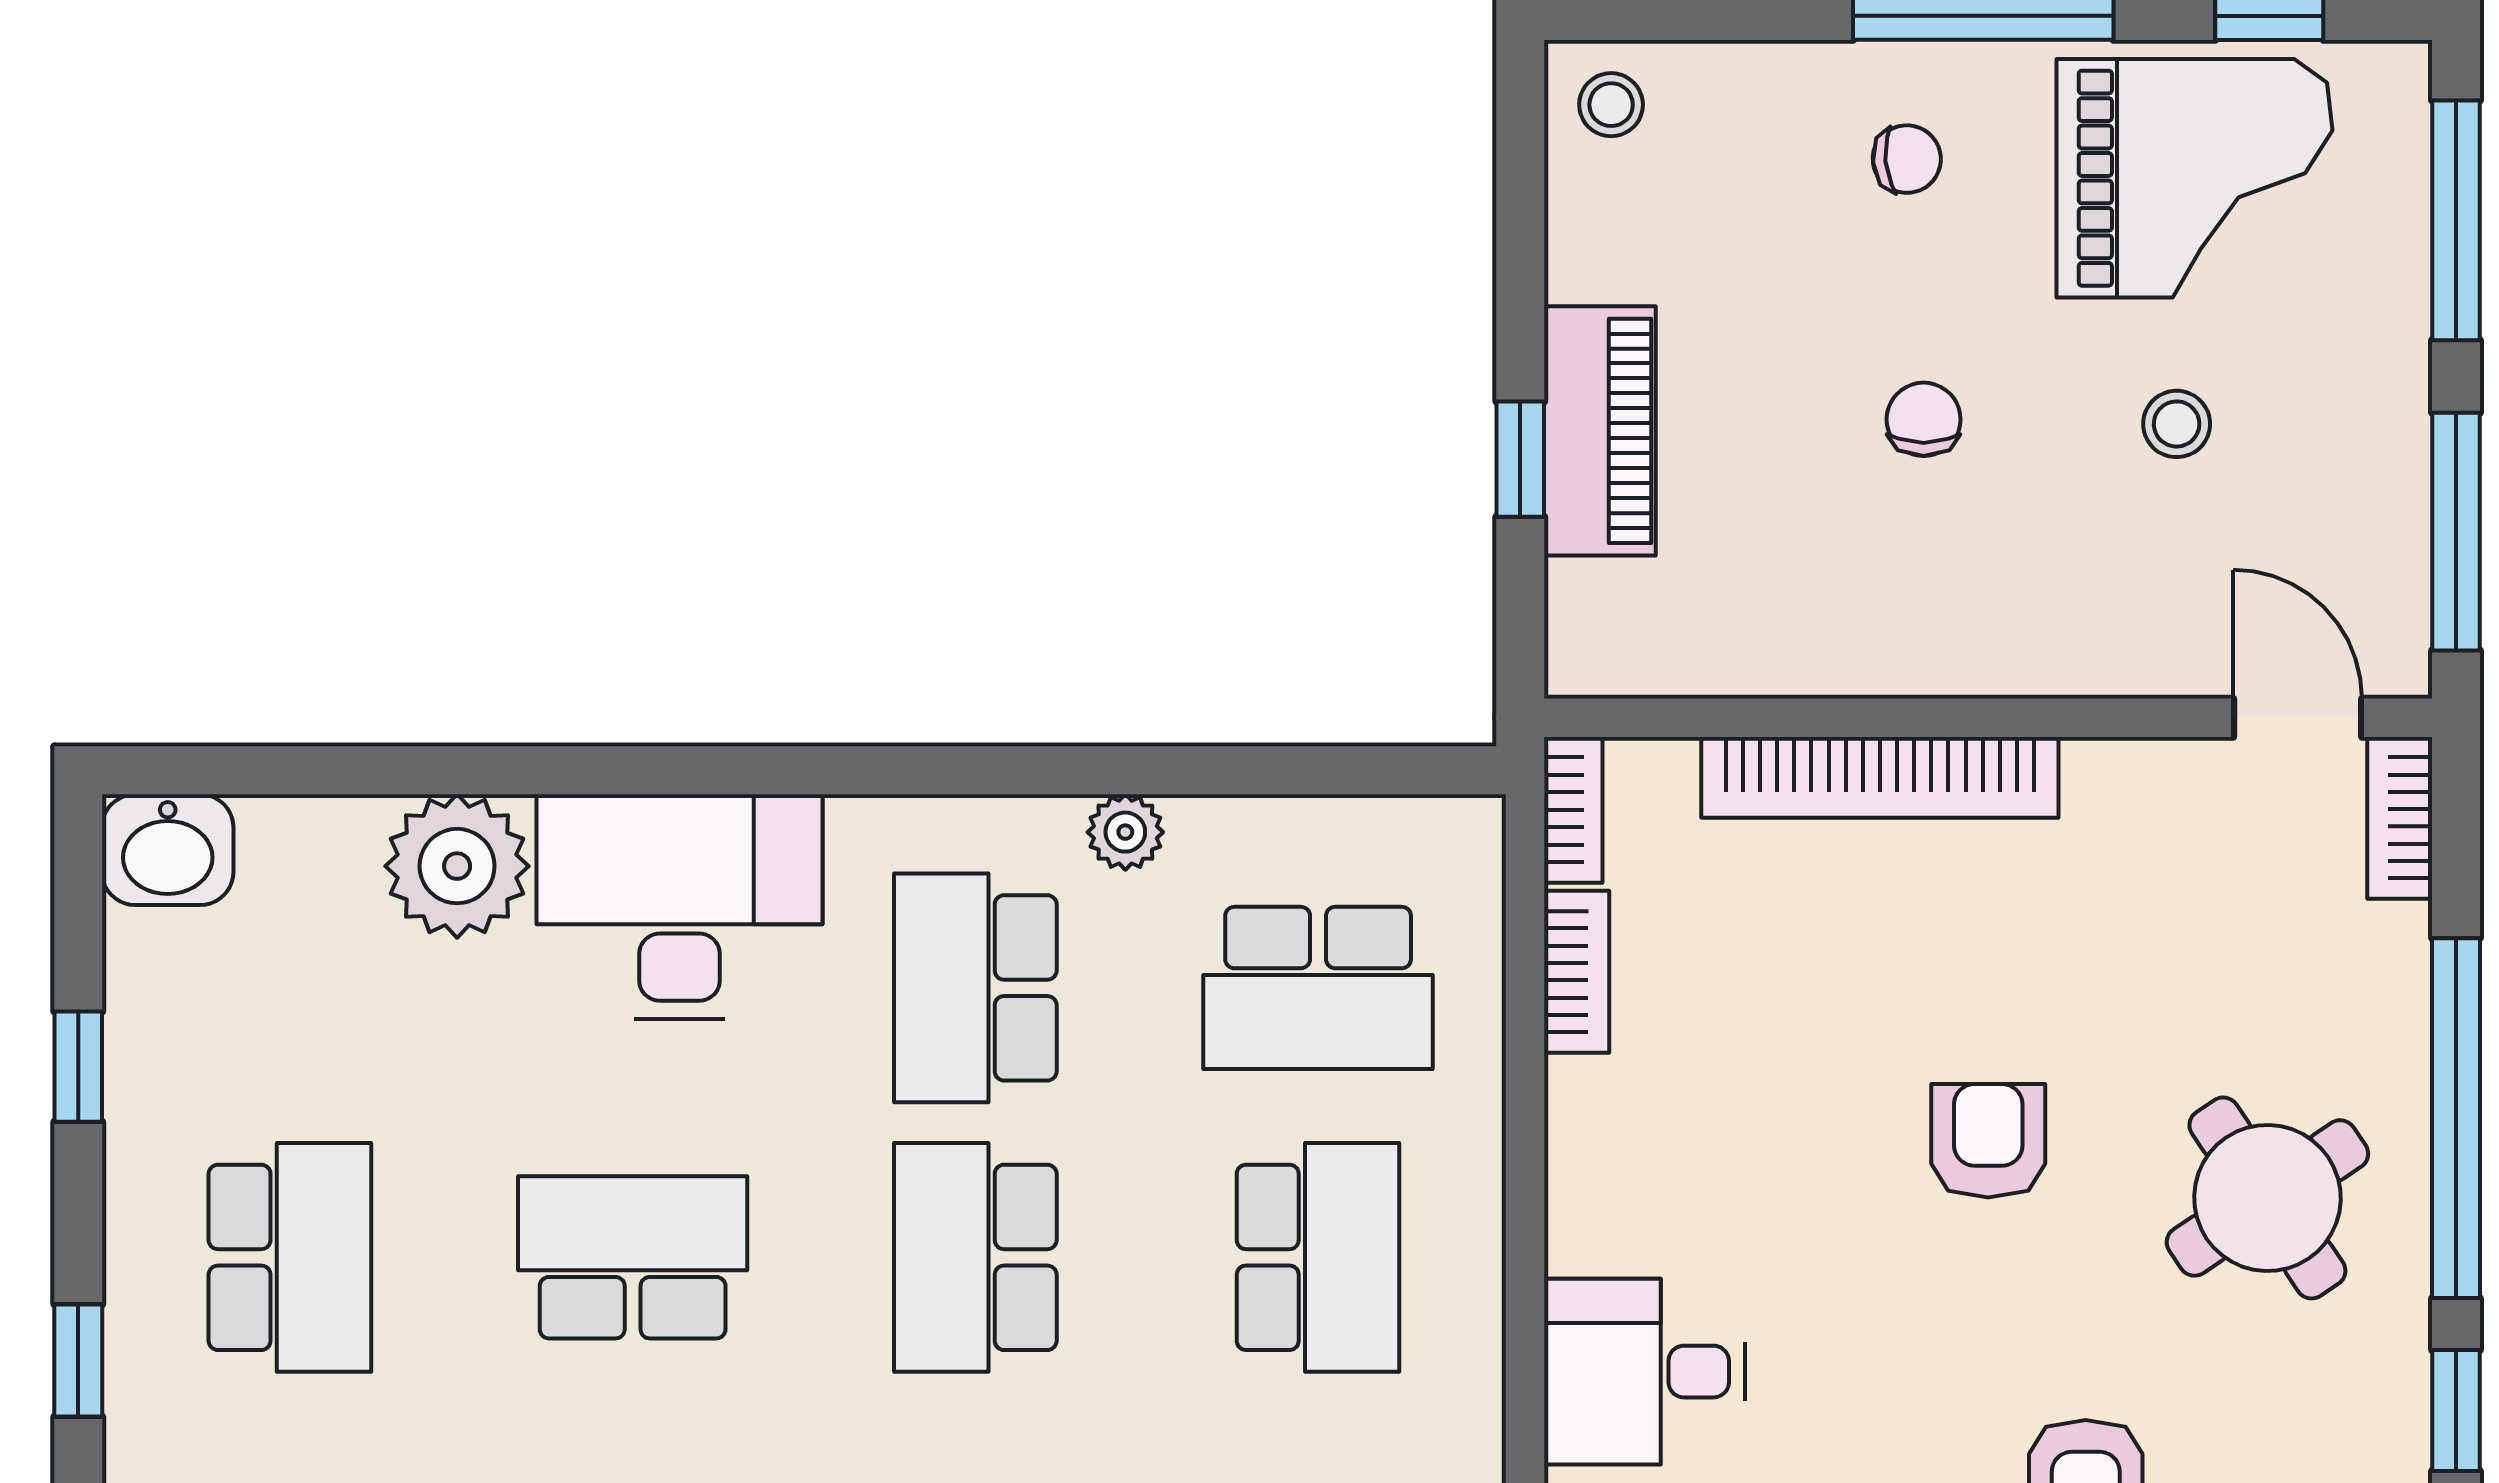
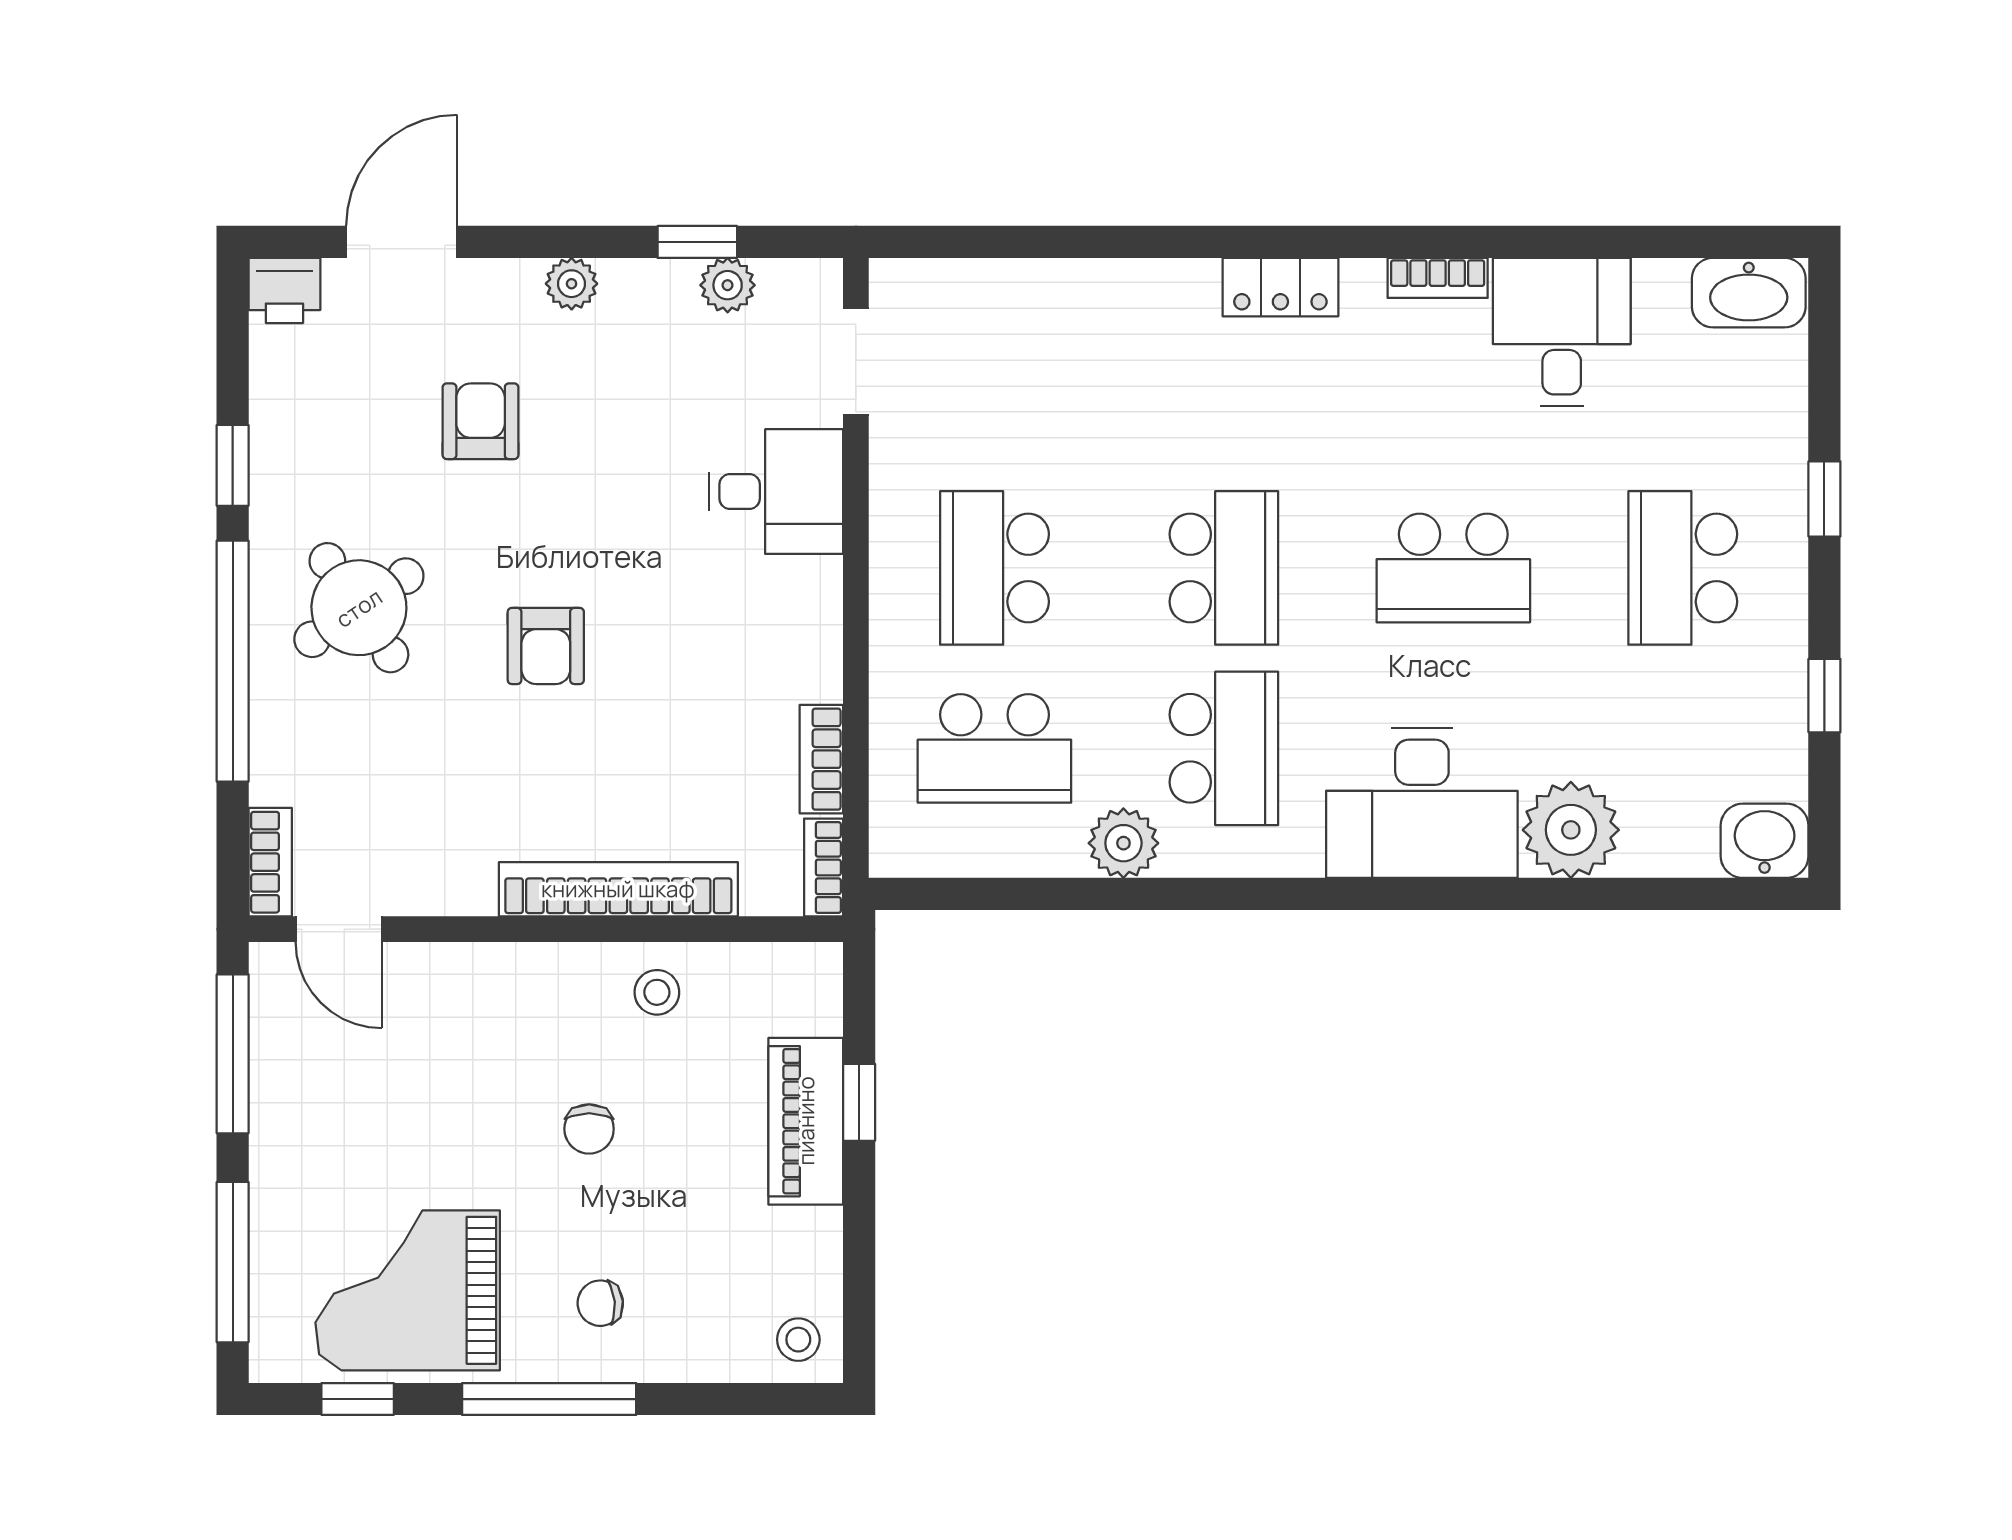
stool: (2177, 424) -> (657, 992), moved
plant: (1125, 832) -> (1123, 843), width x1.38, depth x1.38
school desk: (1318, 988) -> (994, 748), turned 180

